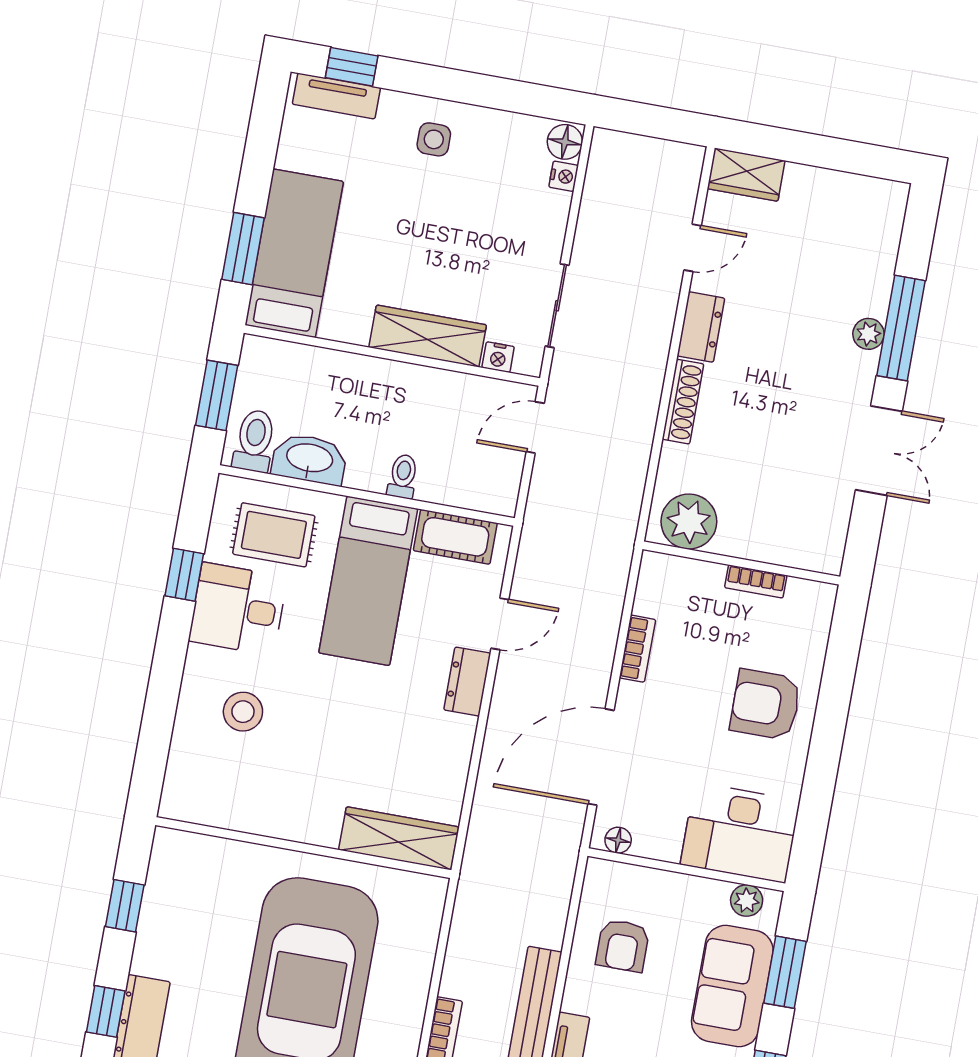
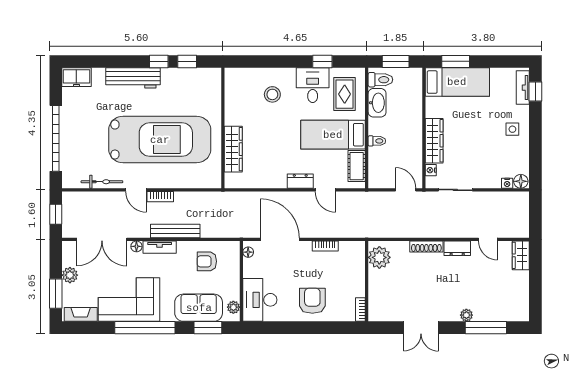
window: (901, 328) -> (486, 328), moved
bookcase: (756, 581) -> (360, 309), moved
wardrobe: (399, 838) -> (233, 149), moved
window: (106, 1011) -> (159, 61), moved

